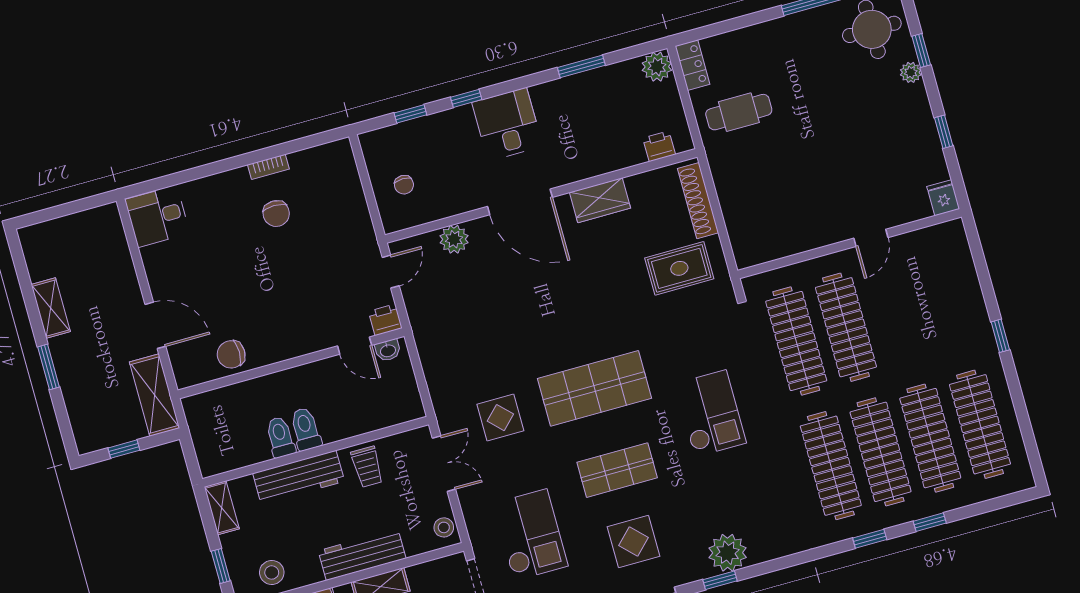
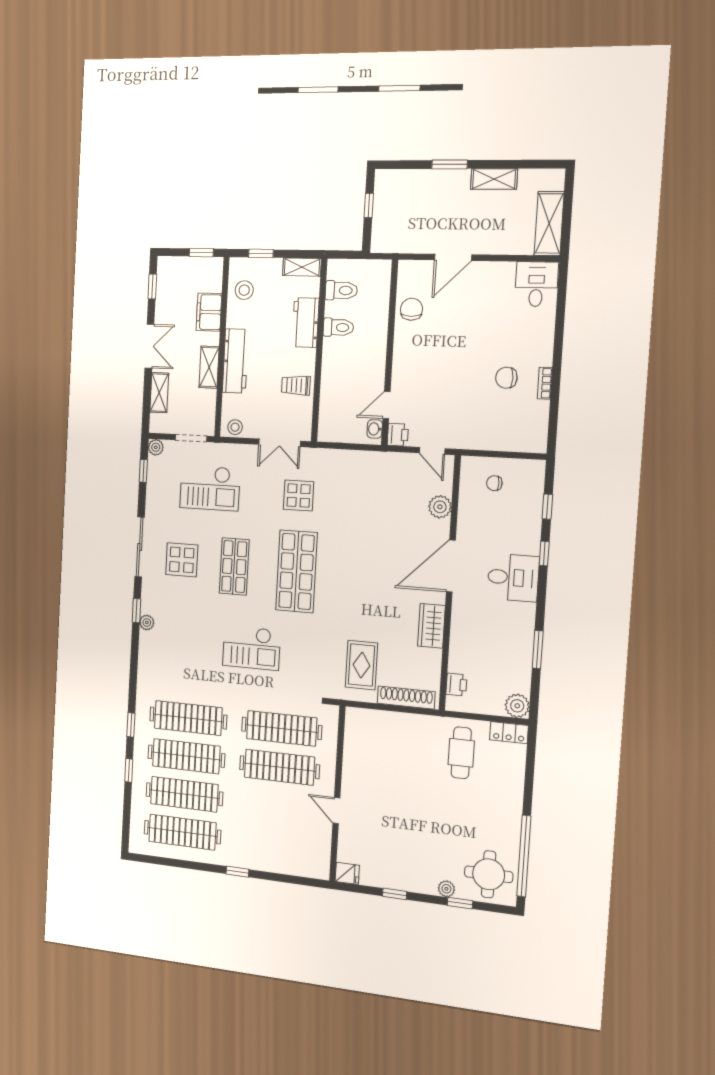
shelving: (154, 395) -> (549, 223), moved, turned 90
toilet: (306, 429) -> (341, 290), moved
workbench: (299, 477) -> (305, 323), width x0.73
plant: (728, 553) -> (147, 622), width x0.53, depth x0.53

